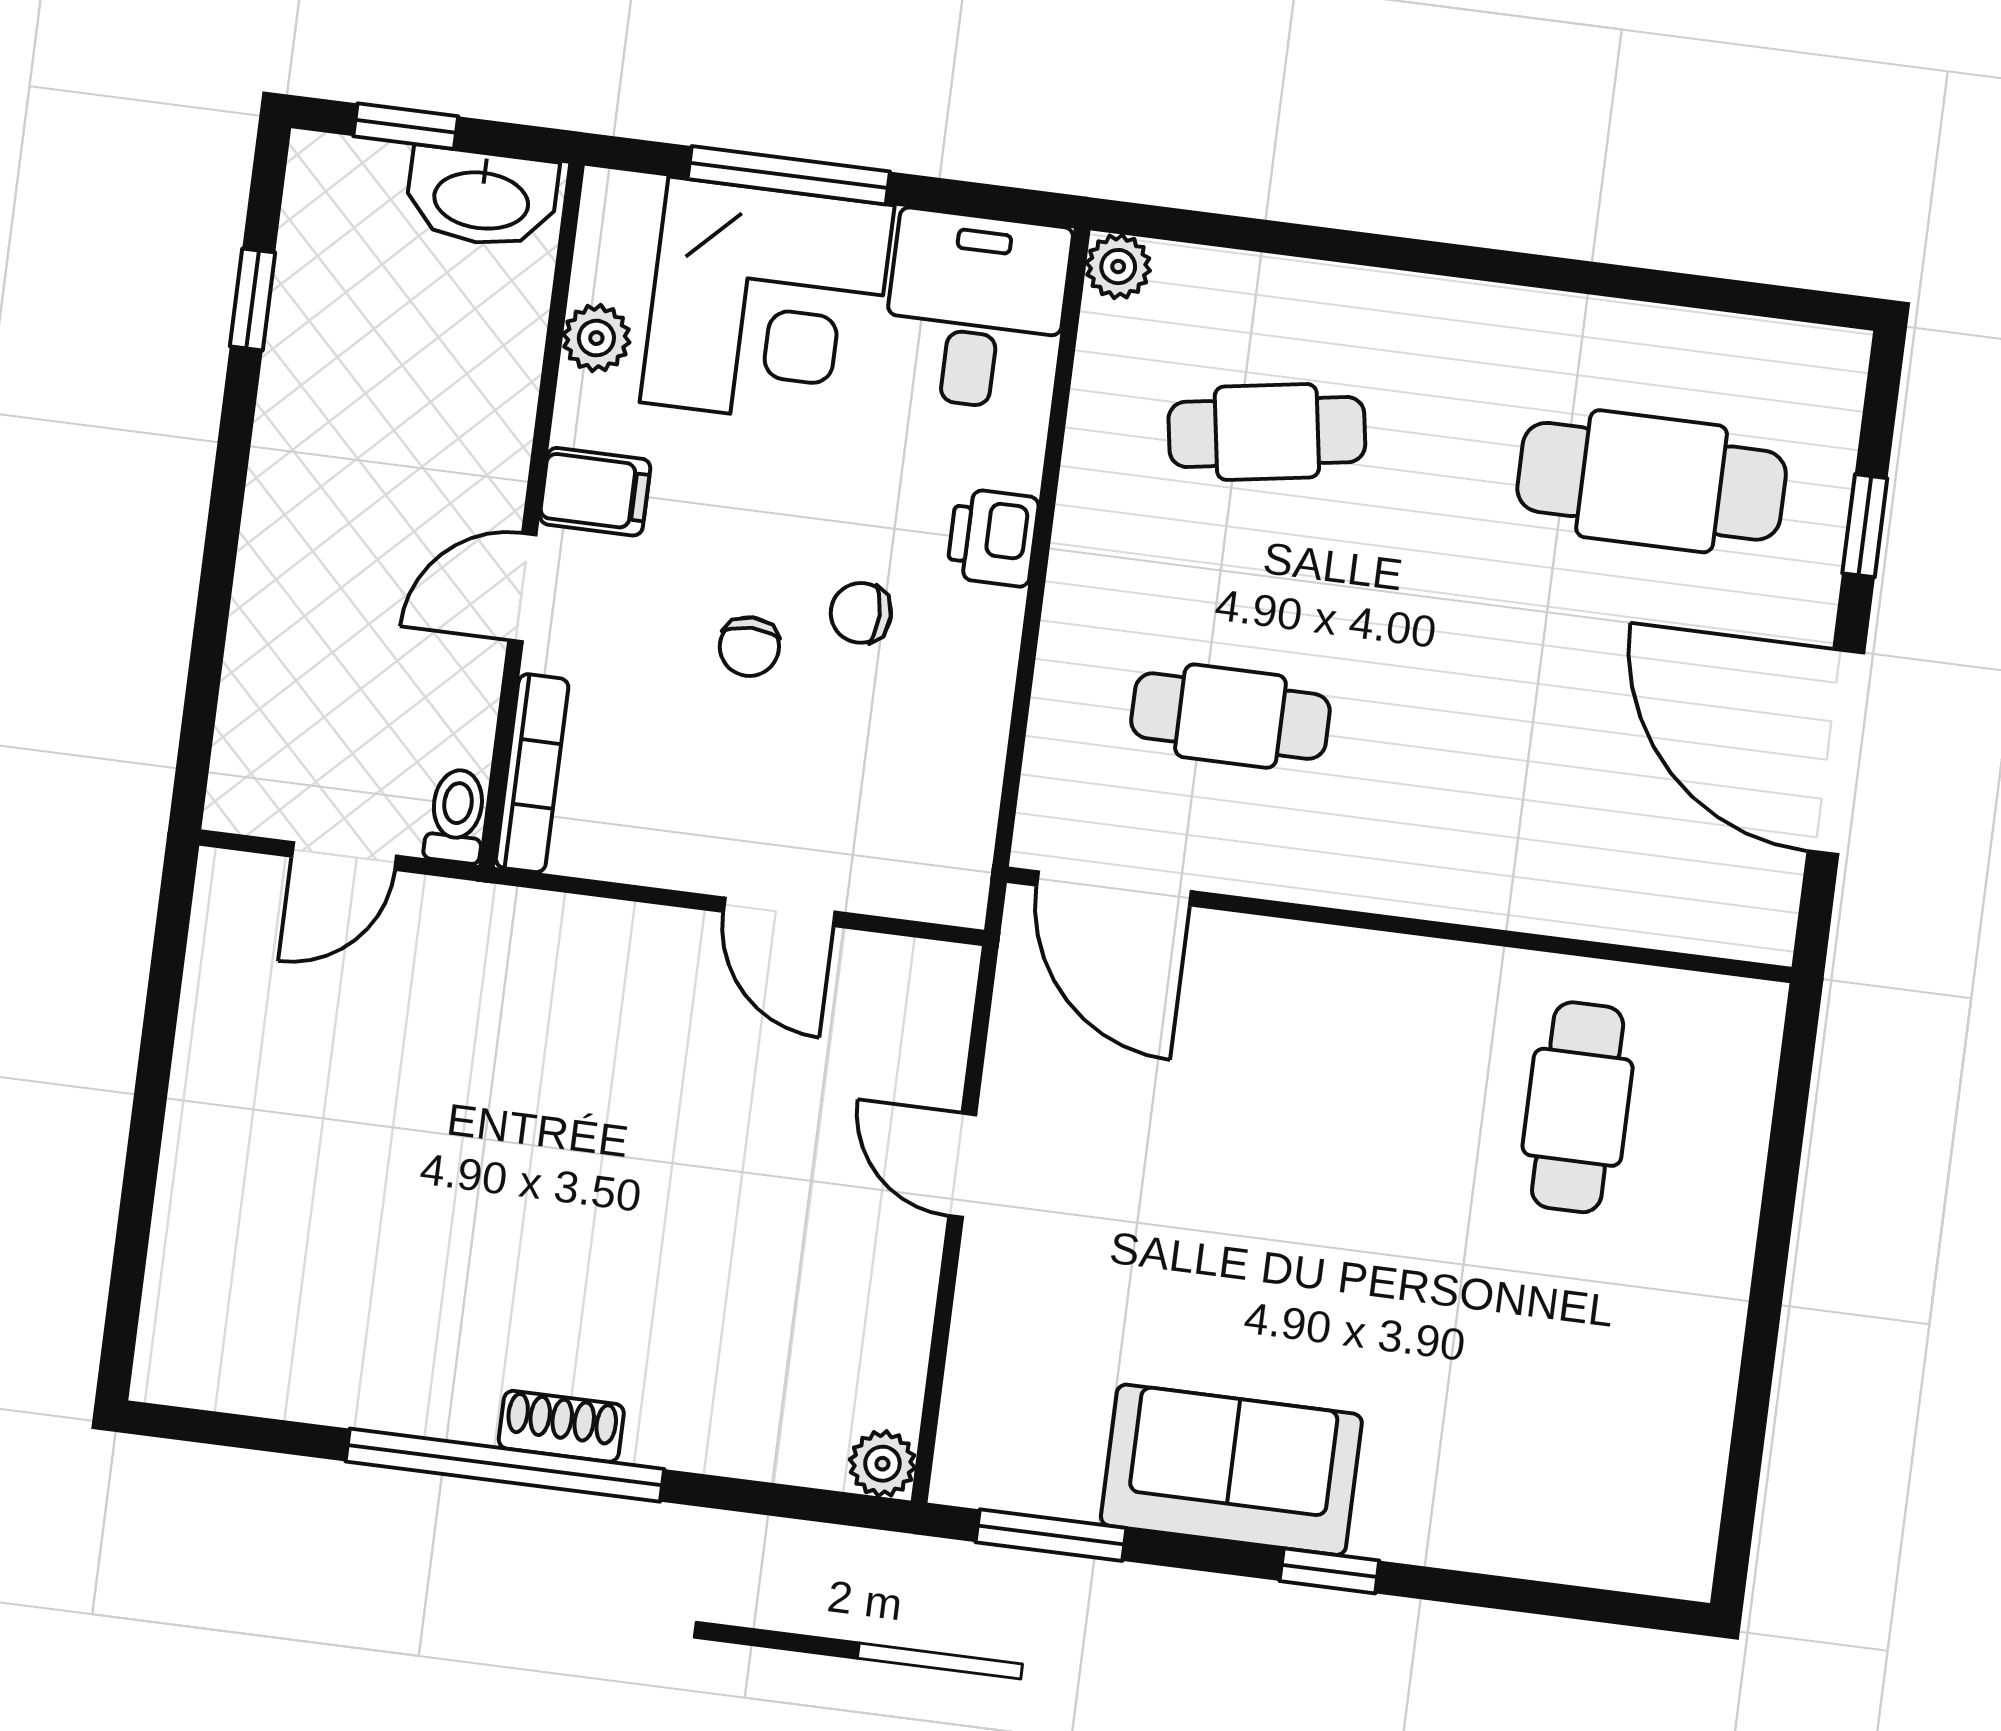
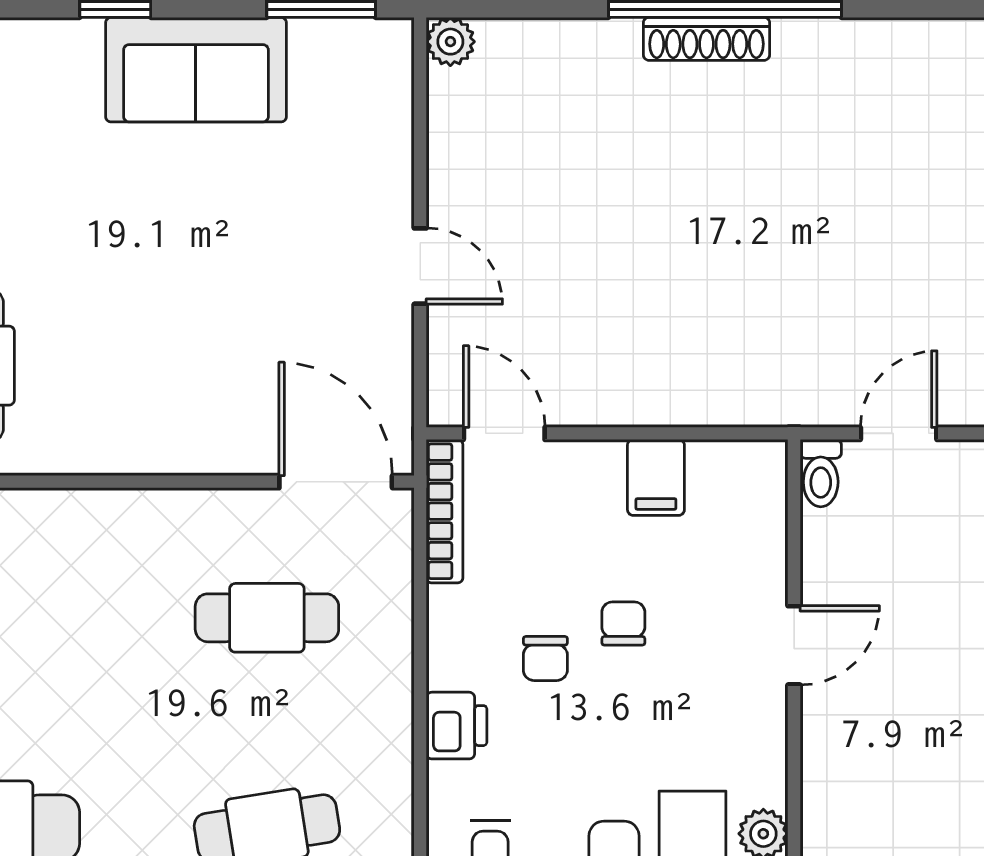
filing cabinet: (595, 492) -> (656, 477), moved, turned -90
chair: (861, 613) -> (545, 658), turned 90
bookcase: (532, 773) -> (445, 511), moved, turned 180
door: (779, 912) -> (504, 433), moved
shoe rack: (561, 1426) -> (706, 39), width x1.43

